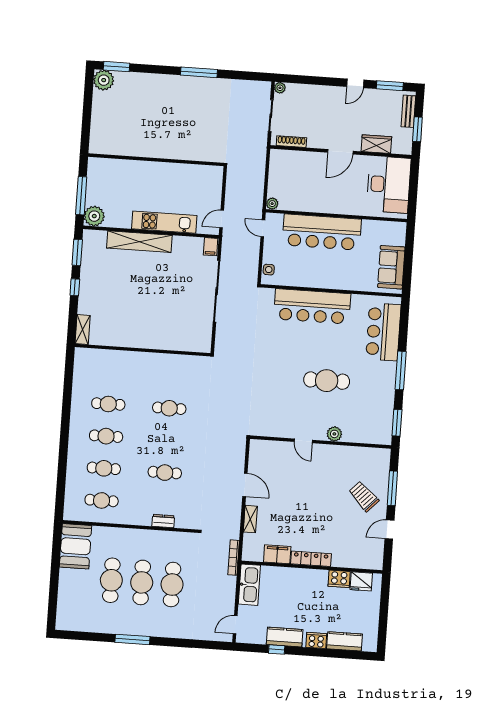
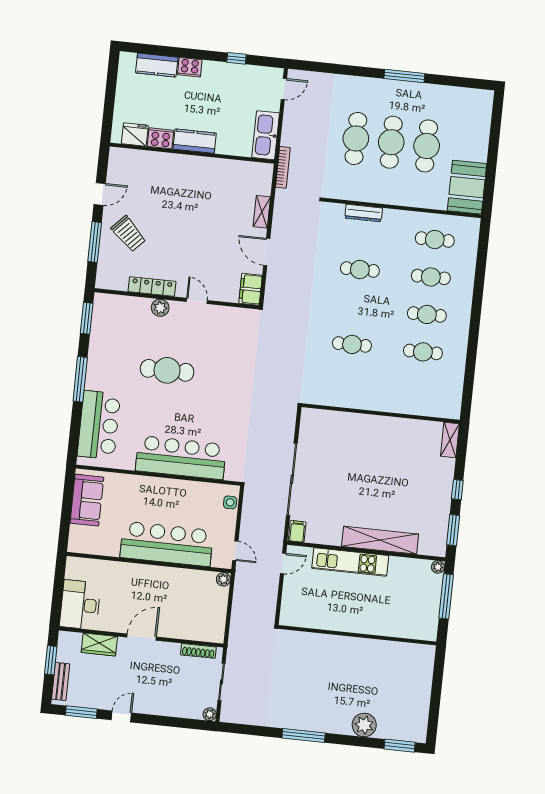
plant: (104, 80) -> (364, 725), moved
desk: (389, 185) -> (80, 605), width x0.73, depth x0.77
plant: (94, 216) -> (438, 567), width x0.53, depth x0.53
dresser: (163, 521) -> (364, 213), width x1.44
filing cabinet: (277, 554) -> (251, 289), moved, turned 90
locker: (311, 559) -> (152, 287), moved, turned 180
kitchen counter: (285, 637) -> (195, 141), moved, turned 180

